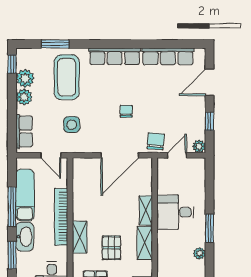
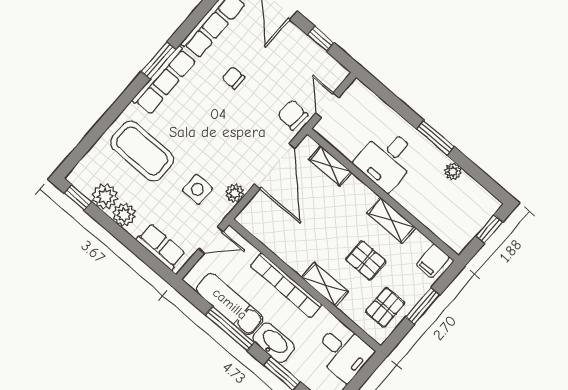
window: (55, 44) -> (158, 60), moved
chair: (126, 111) -> (233, 78), moved
plant: (199, 146) -> (235, 193), moved
shelving: (146, 211) -> (330, 166), moved

